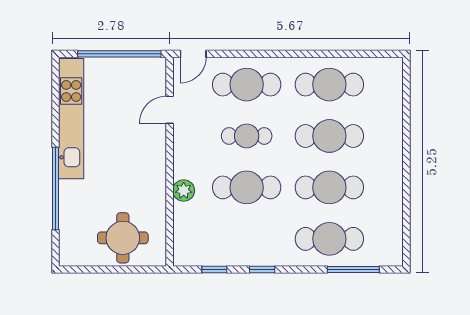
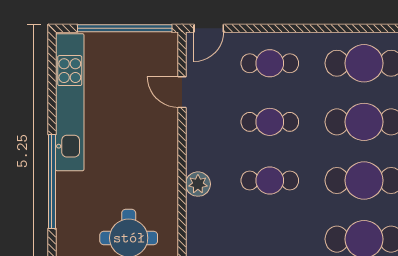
cafe table: (247, 85) -> (270, 63), width x0.73, depth x0.74
door: (170, 110) -> (182, 92), hinge flipped
cafe table: (247, 187) -> (270, 180), width x0.73, depth x0.74

